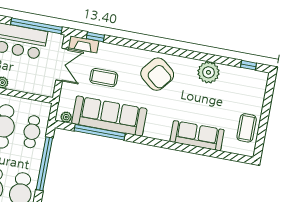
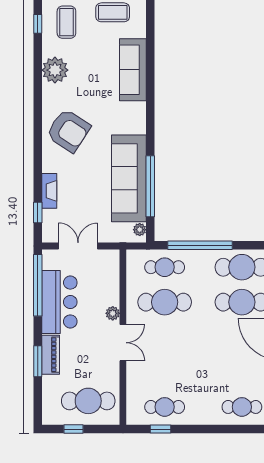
fireplace: (84, 44) -> (49, 191), moved
armchair: (157, 74) -> (68, 131), turned 84
coffee table: (104, 78) -> (66, 22), moved

